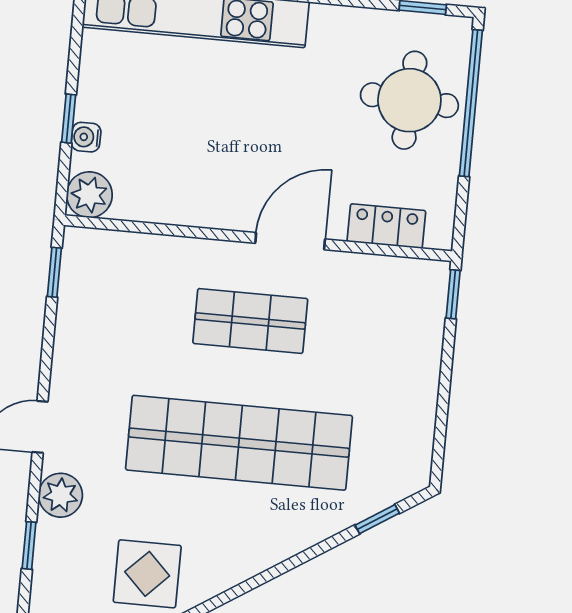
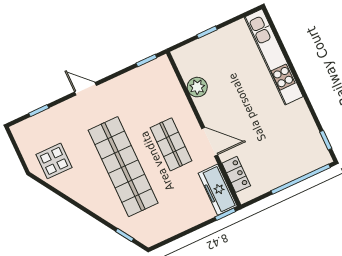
round table: (409, 100) -> (288, 156), removed
water cooler: (86, 137) -> (204, 43), removed
plant: (89, 195) -> (197, 87), moved
freezer: (395, 281) -> (218, 190), added
plant: (60, 495) -> (64, 111), removed

